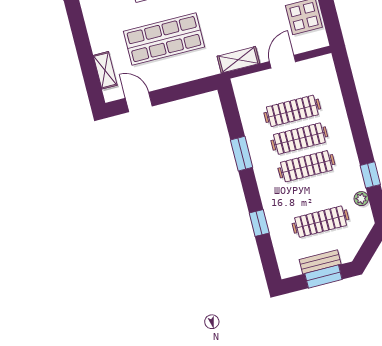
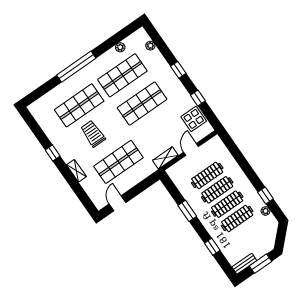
shelving: (105, 70) -> (76, 171), moved
door: (139, 102) -> (117, 203), hinge flipped
clothes rail: (321, 222) -> (237, 219), moved
bench: (320, 262) -> (244, 264), moved

